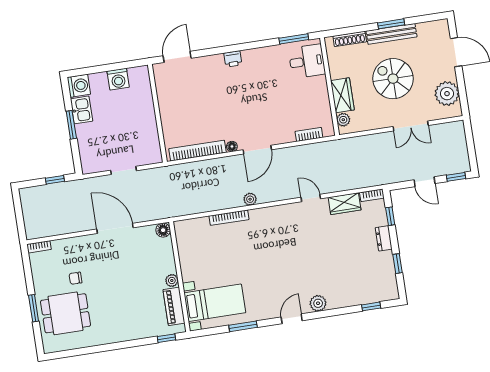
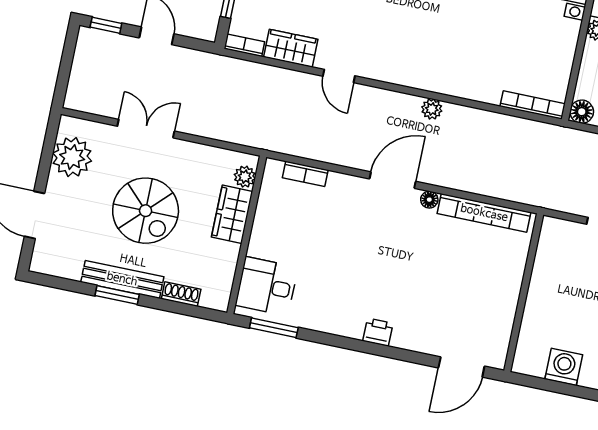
shoe rack: (350, 39) -> (181, 294), width x0.70
bookcase: (229, 218) -> (533, 105), moved

